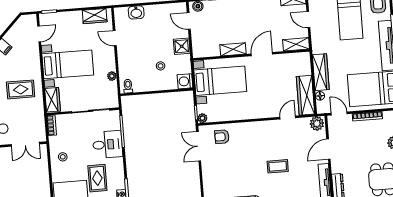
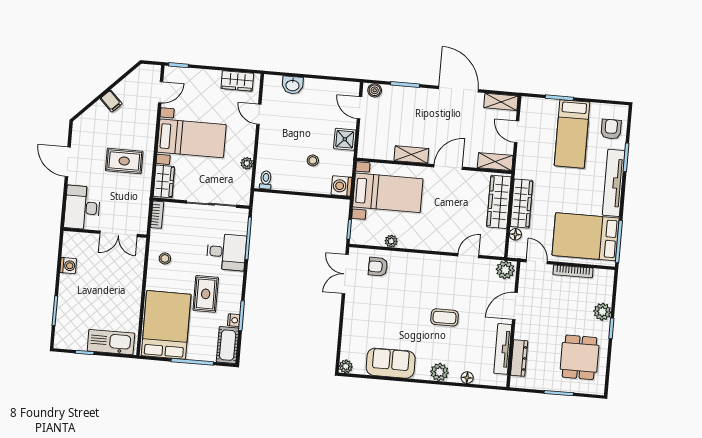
wardrobe: (305, 95) -> (499, 202), moved
plant: (202, 118) -> (391, 241), moved

